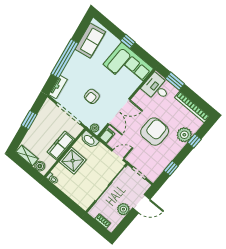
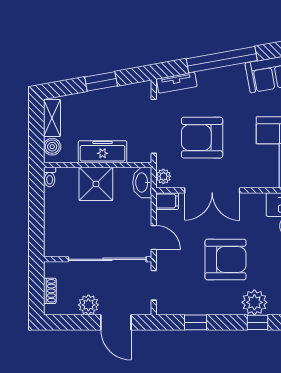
armchair: (92, 96) -> (202, 138), width x1.88, depth x1.88

